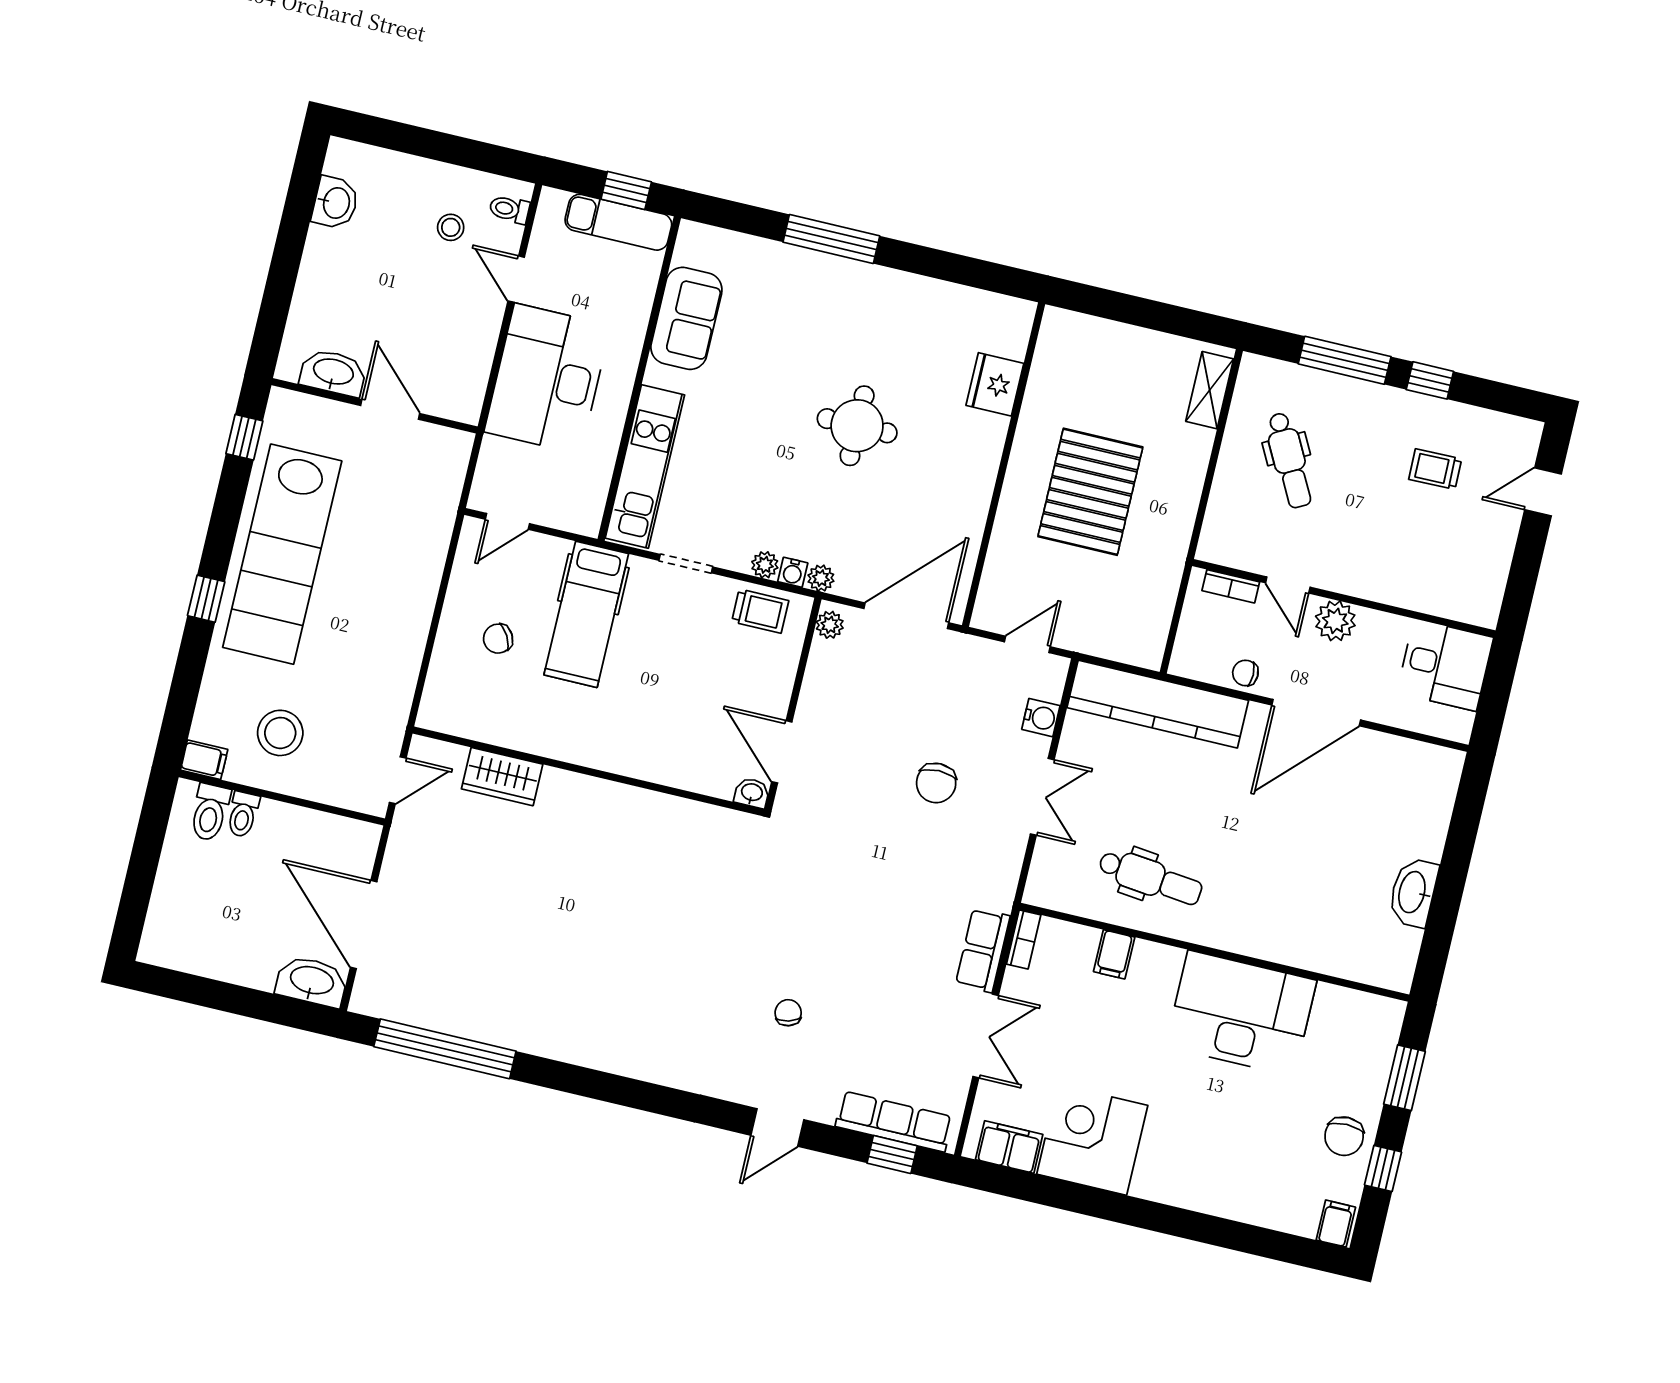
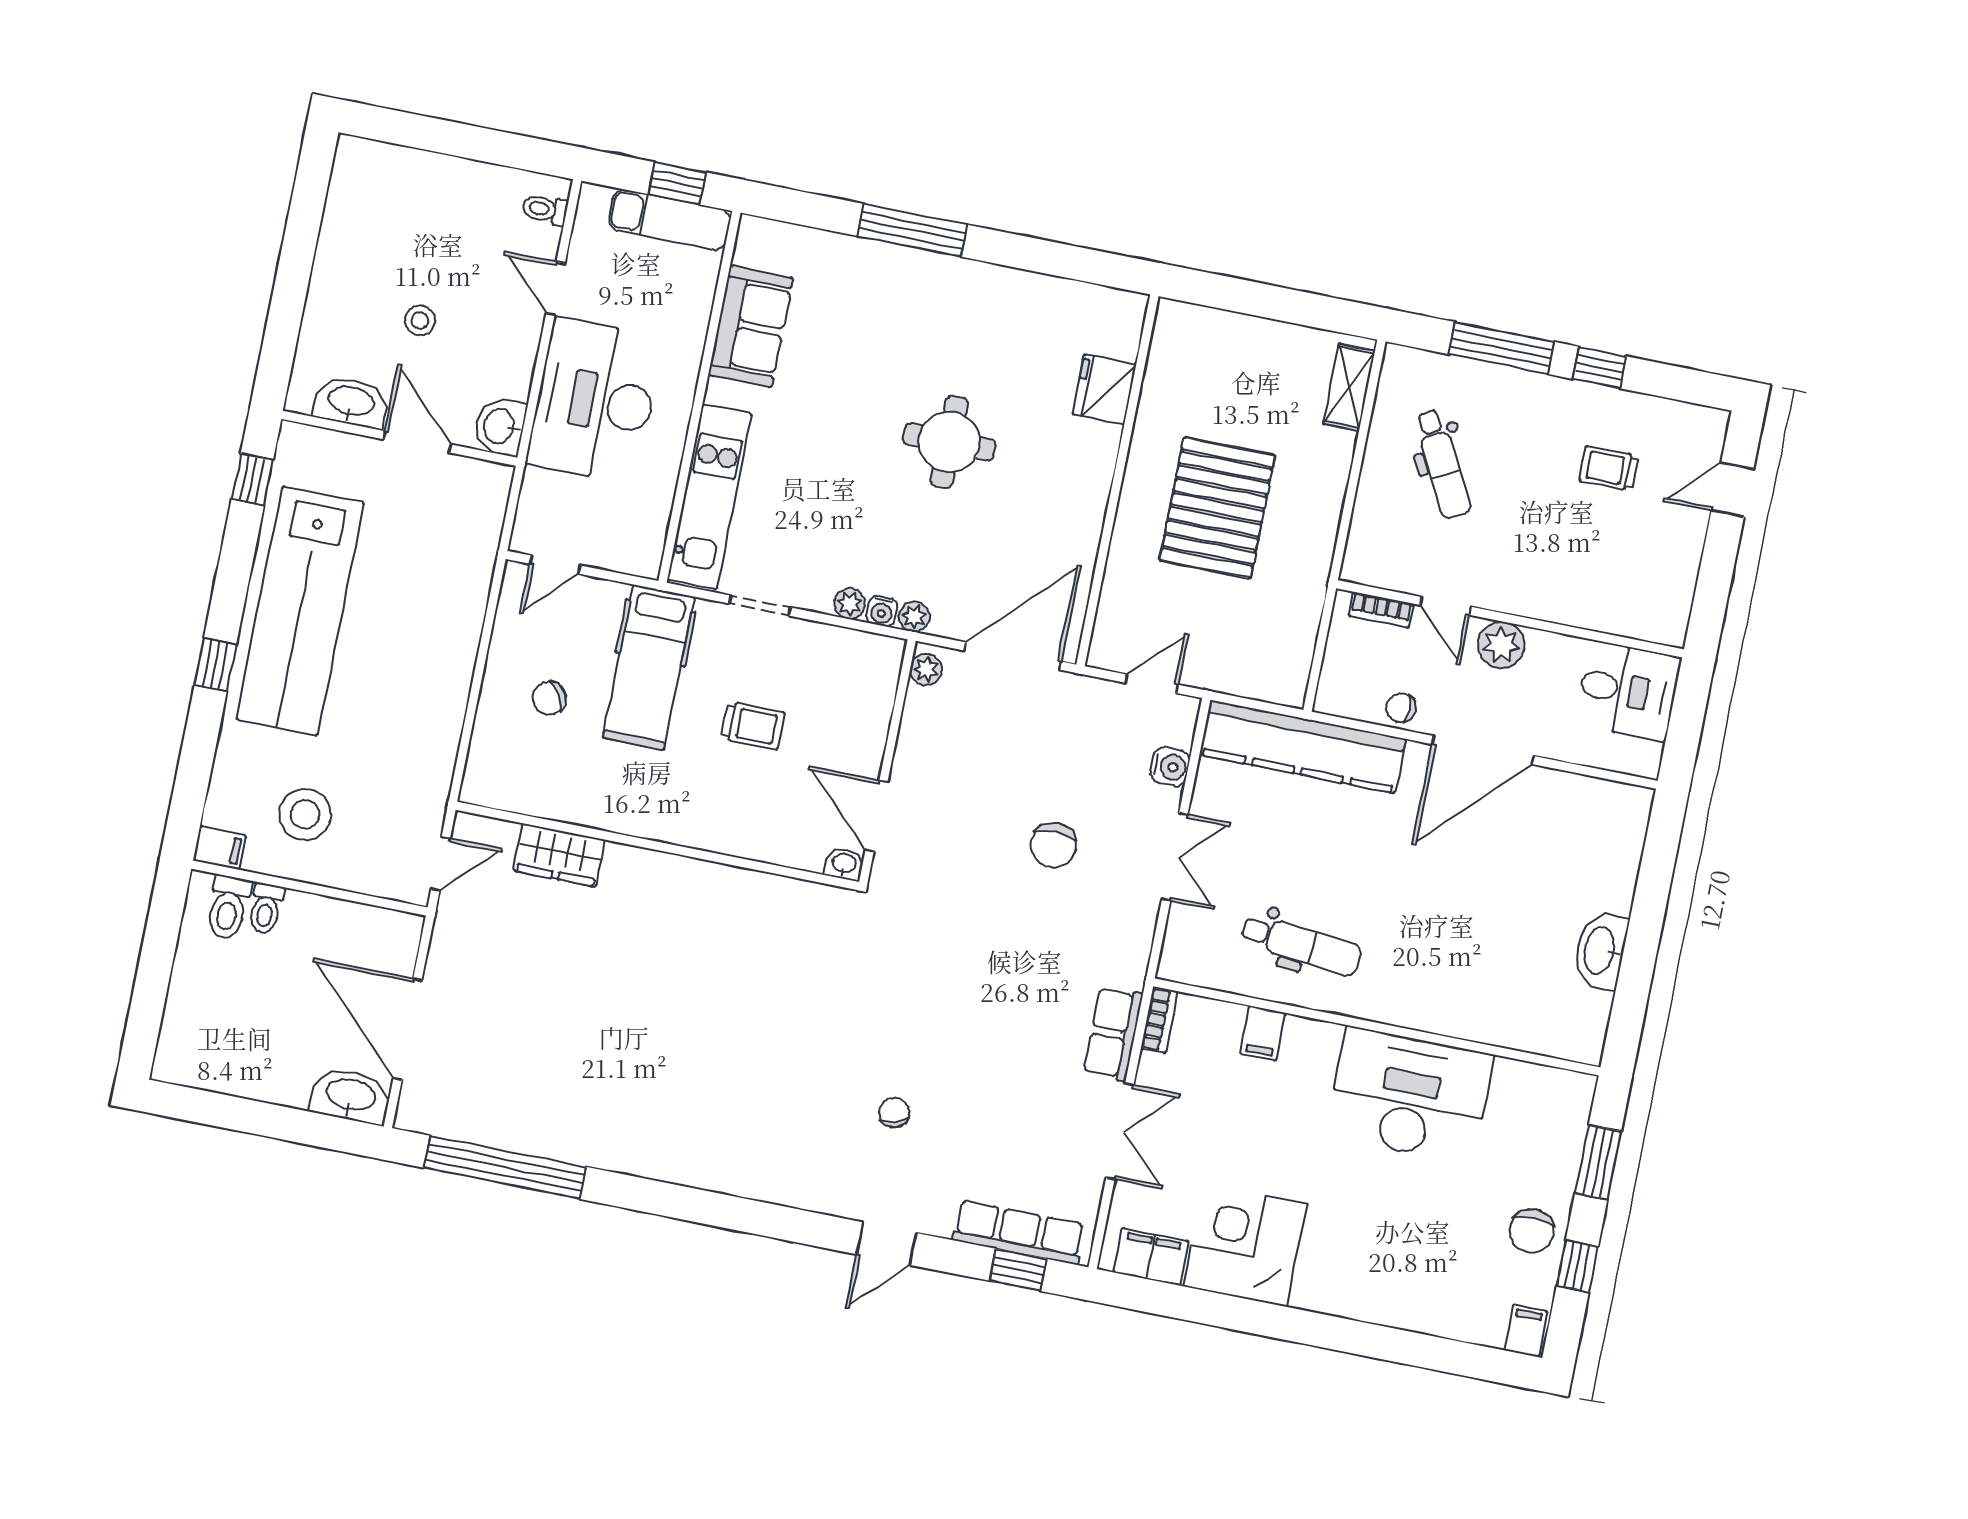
washbasin: (335, 203) -> (500, 426), moved, turned 180
stool: (451, 227) -> (420, 320), moved
trolley: (760, 611) -> (753, 726), moved

